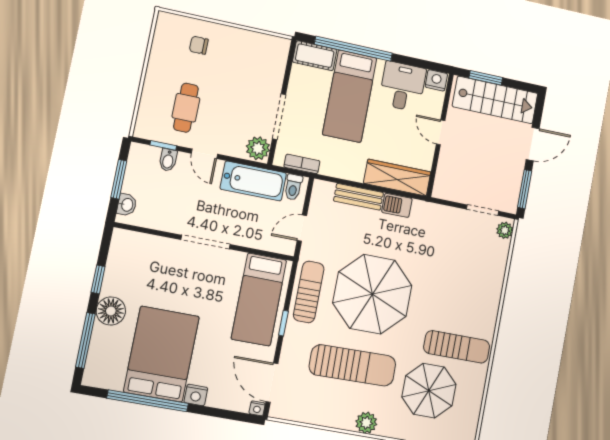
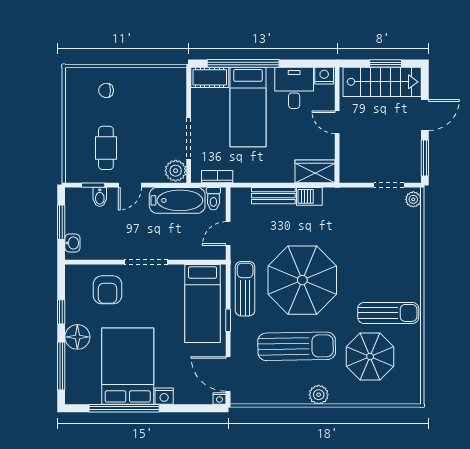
window: (486, 78) -> (386, 63), moved
door: (204, 154) -> (130, 185), hinge flipped
wardrobe: (397, 178) -> (315, 171), width x0.67
armchair: (156, 264) -> (108, 290), added

